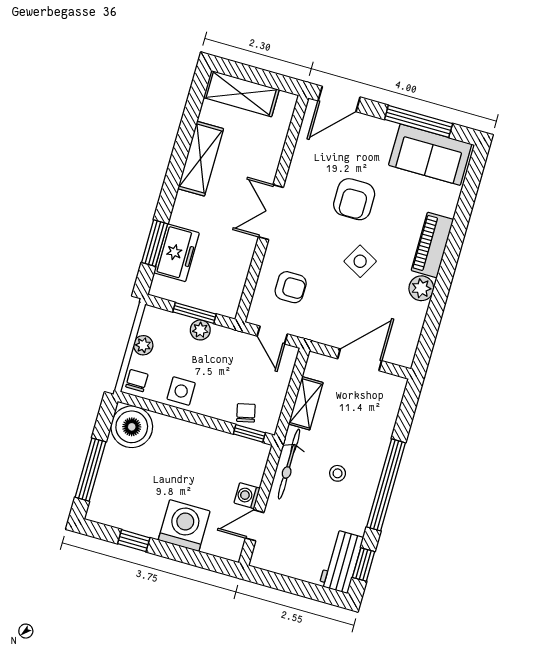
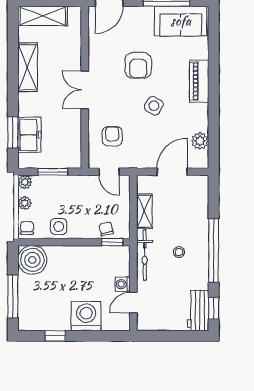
armchair: (291, 287) -> (112, 136), turned -90
plant: (421, 288) -> (200, 141), moved
plant: (200, 330) -> (25, 182), moved

